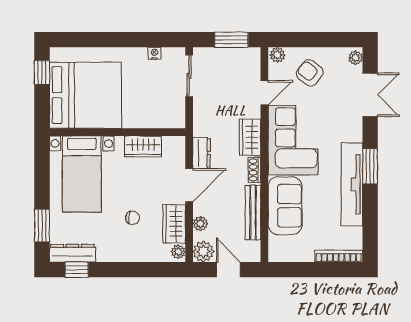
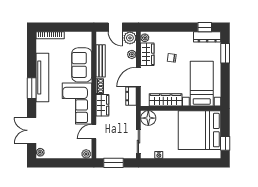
armchair: (310, 73) -> (67, 143), removed
floor lamp: (172, 116) -> (148, 118), added
wardrobe: (143, 146) -> (166, 100), width x1.50

